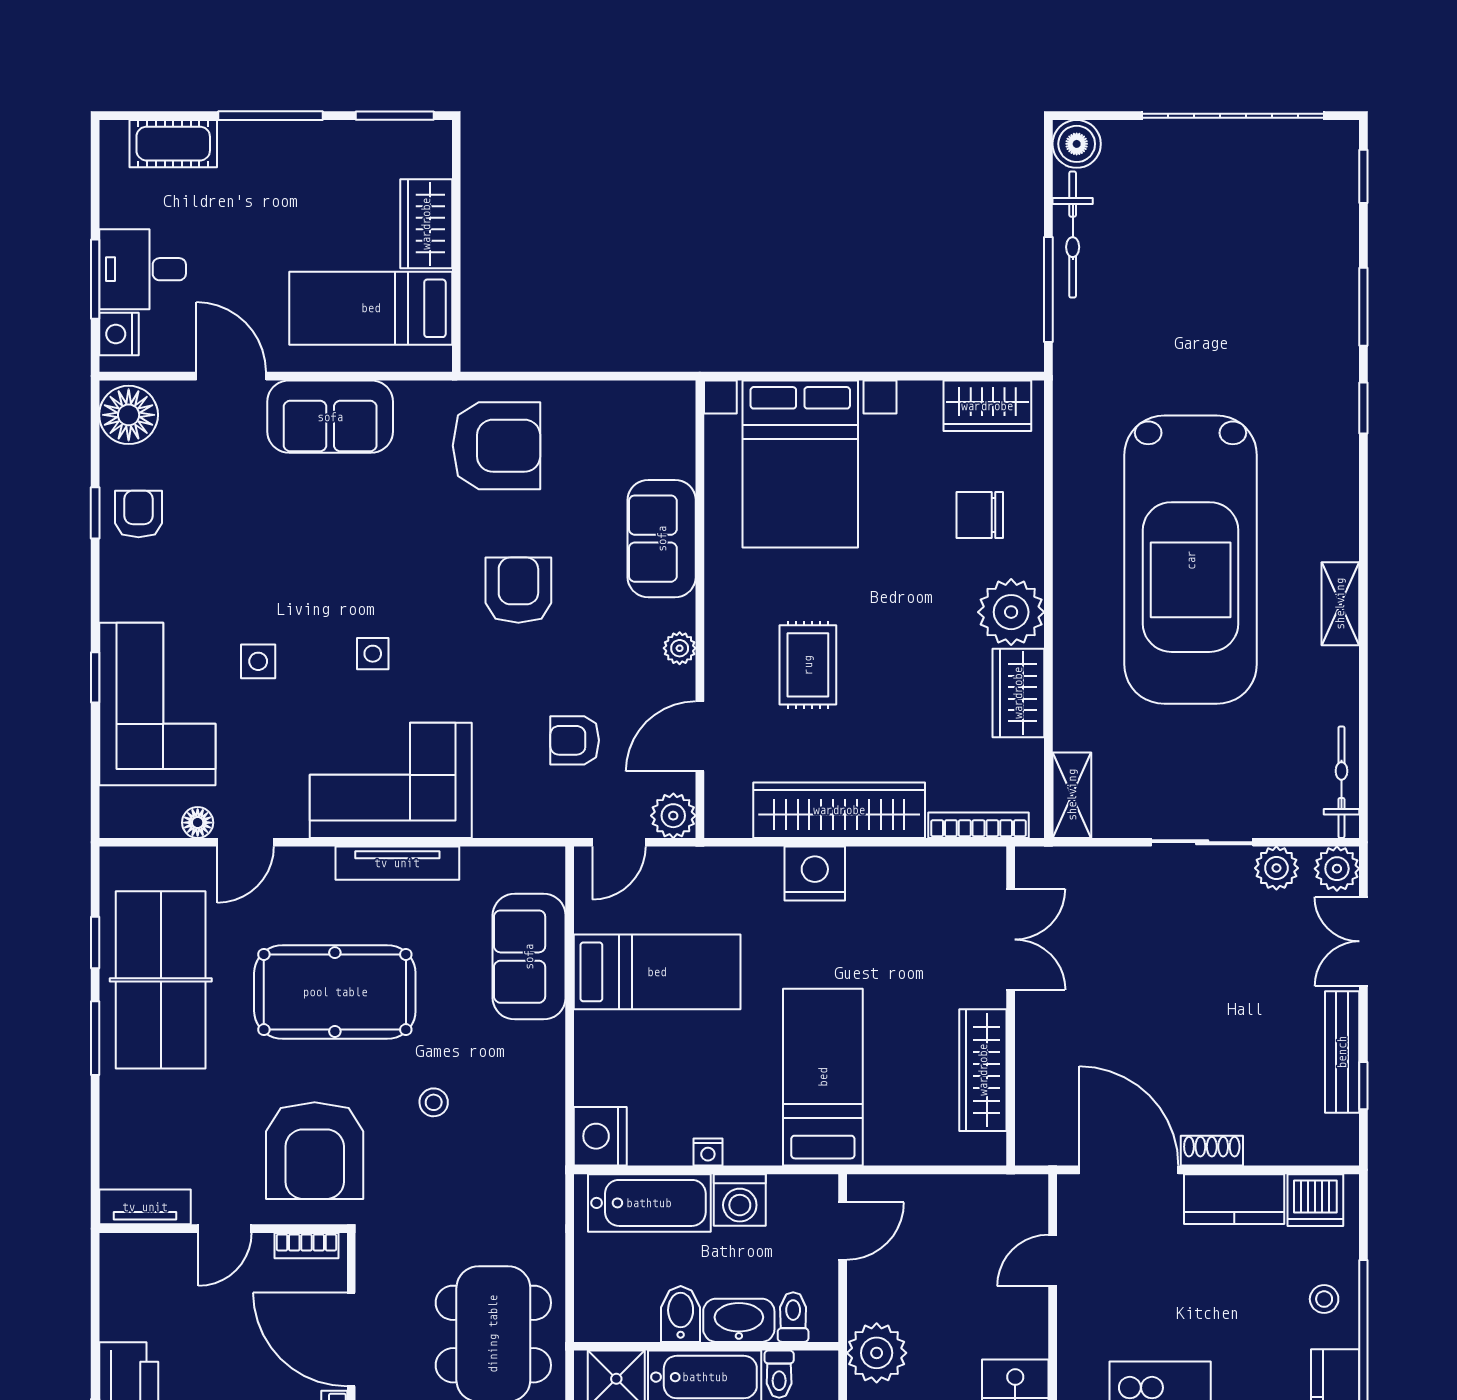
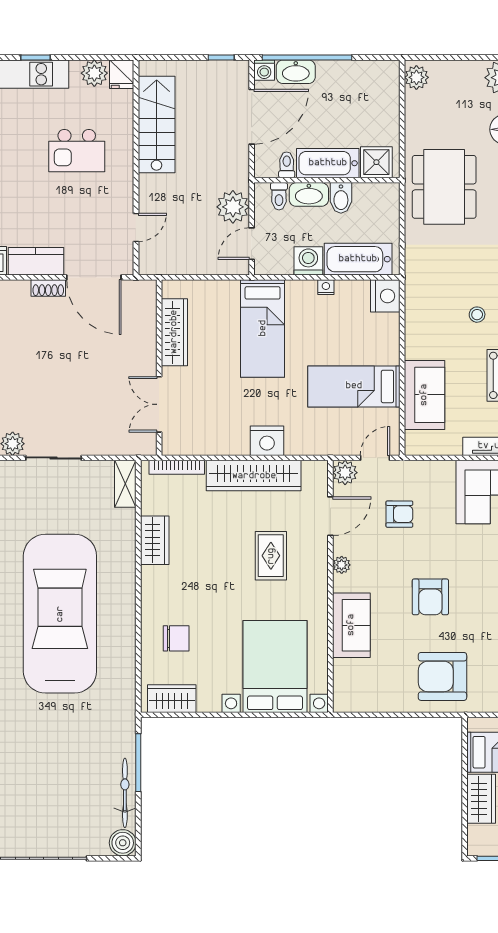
plant: (1011, 612) -> (159, 585), removed
plant: (877, 1353) -> (233, 207), moved

